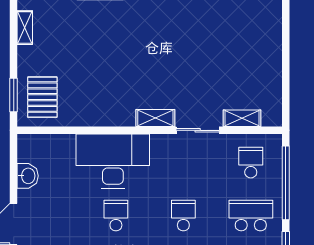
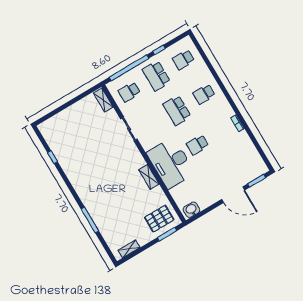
shelving: (155, 118) -> (149, 177), moved
shelving: (242, 118) -> (103, 100), moved
washbasin: (28, 176) -> (191, 210), moved
school desk: (183, 216) -> (177, 110), width x1.85

